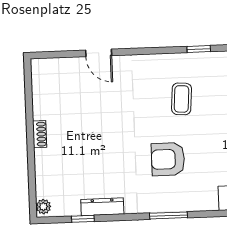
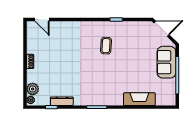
door: (99, 53) -> (42, 20), moved
armchair: (168, 159) -> (98, 77), removed
plant: (46, 186) -> (33, 89), added

